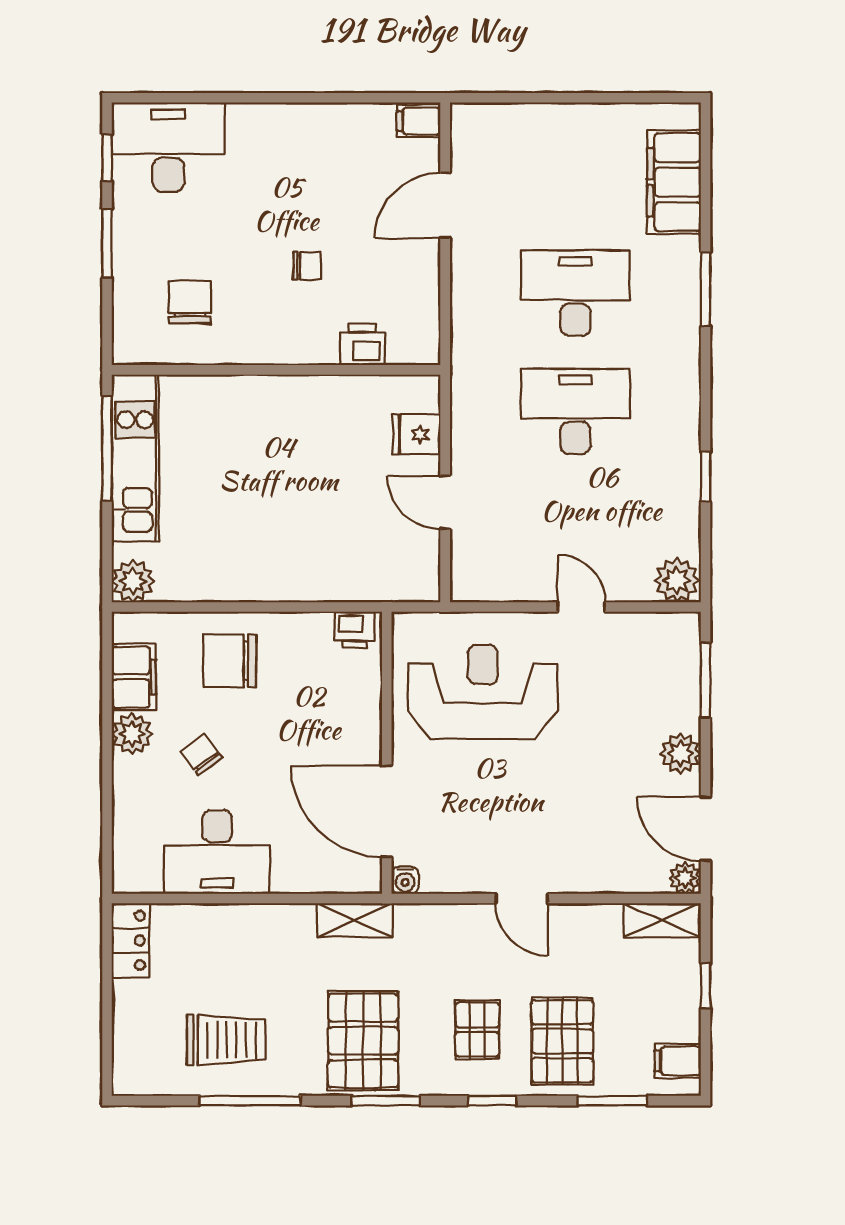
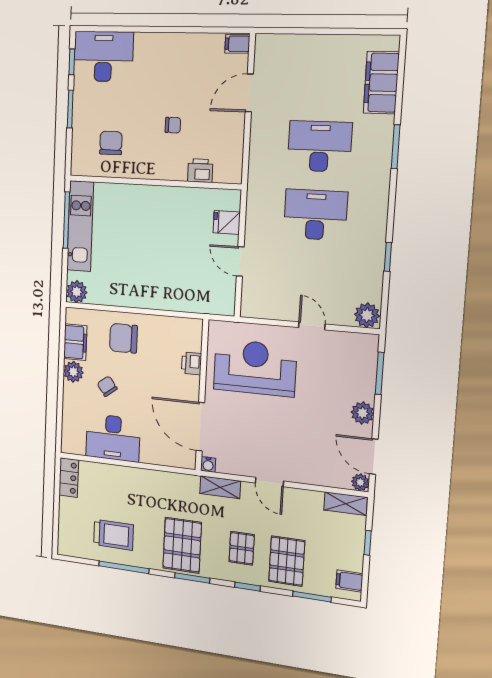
printer: (354, 630) -> (191, 363), moved, turned 90
shelving: (355, 920) -> (220, 487), moved

